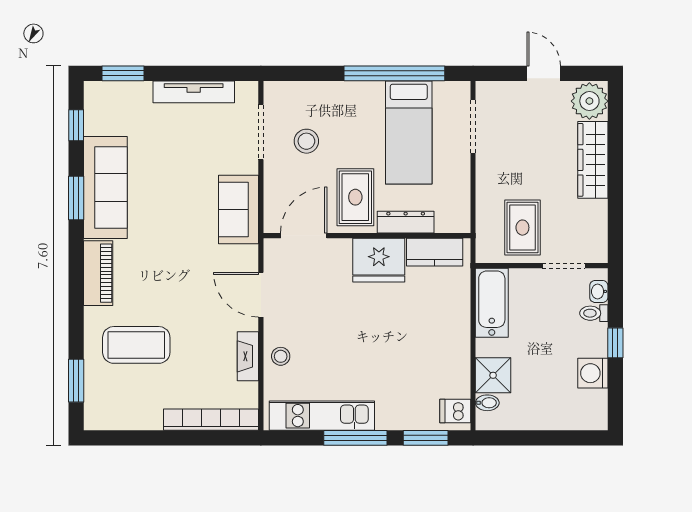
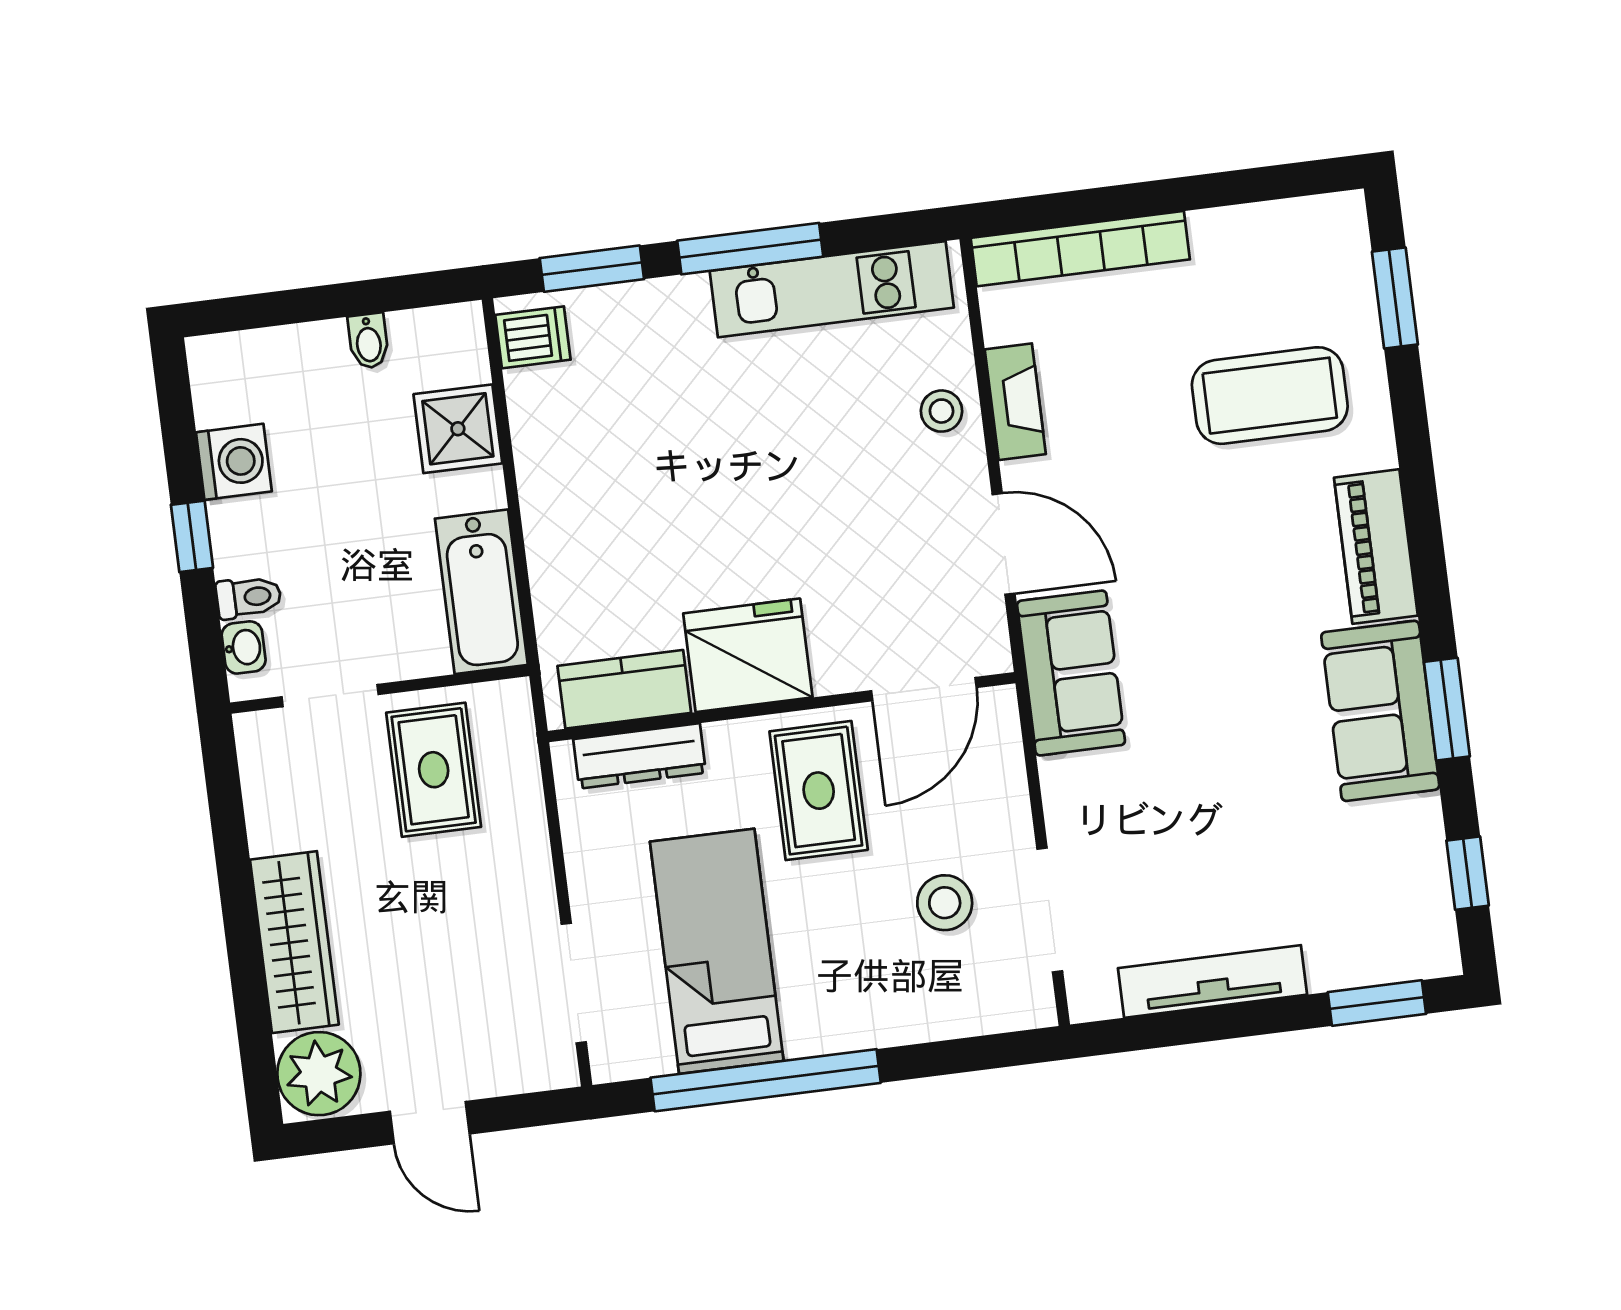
sofa: (105, 187) -> (1380, 711), width x0.73
sofa: (239, 209) -> (1071, 673), moved
dresser: (406, 222) -> (640, 756), moved
bidet: (487, 403) -> (368, 341), moved, turned -90

